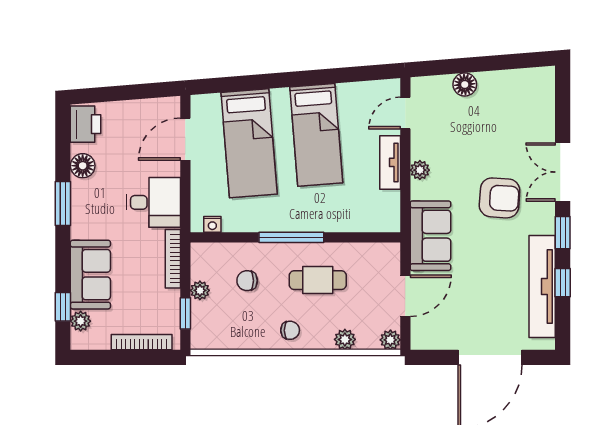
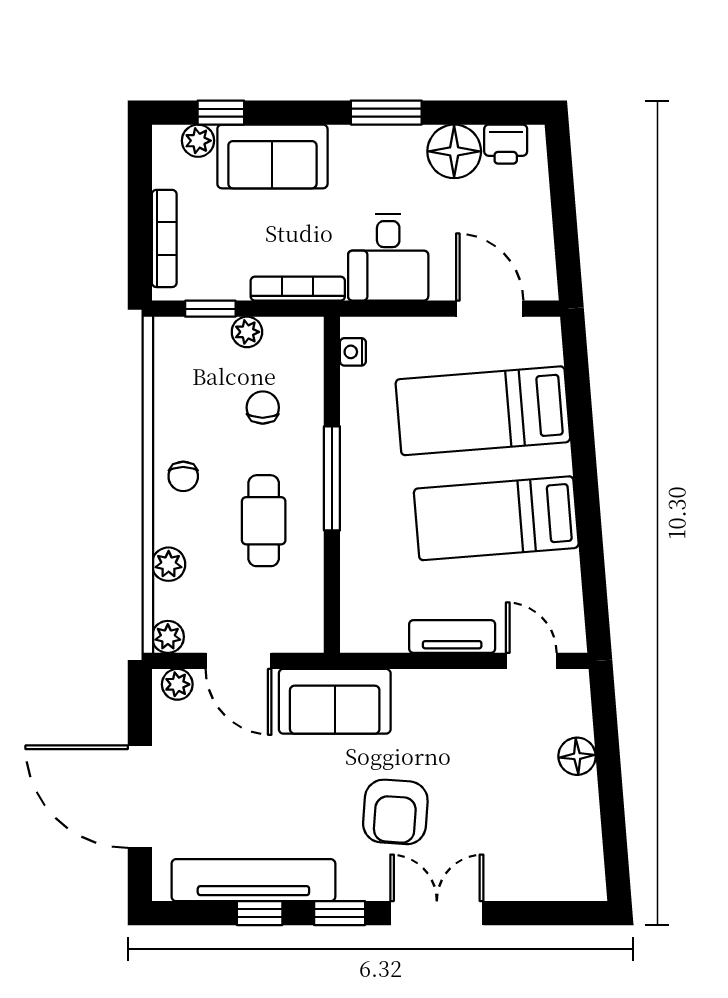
printer: (86, 124) -> (506, 144), width x0.73, depth x0.81
floor lamp: (83, 166) -> (454, 151), width x1.38, depth x1.38
plant: (420, 170) -> (177, 684), moved

